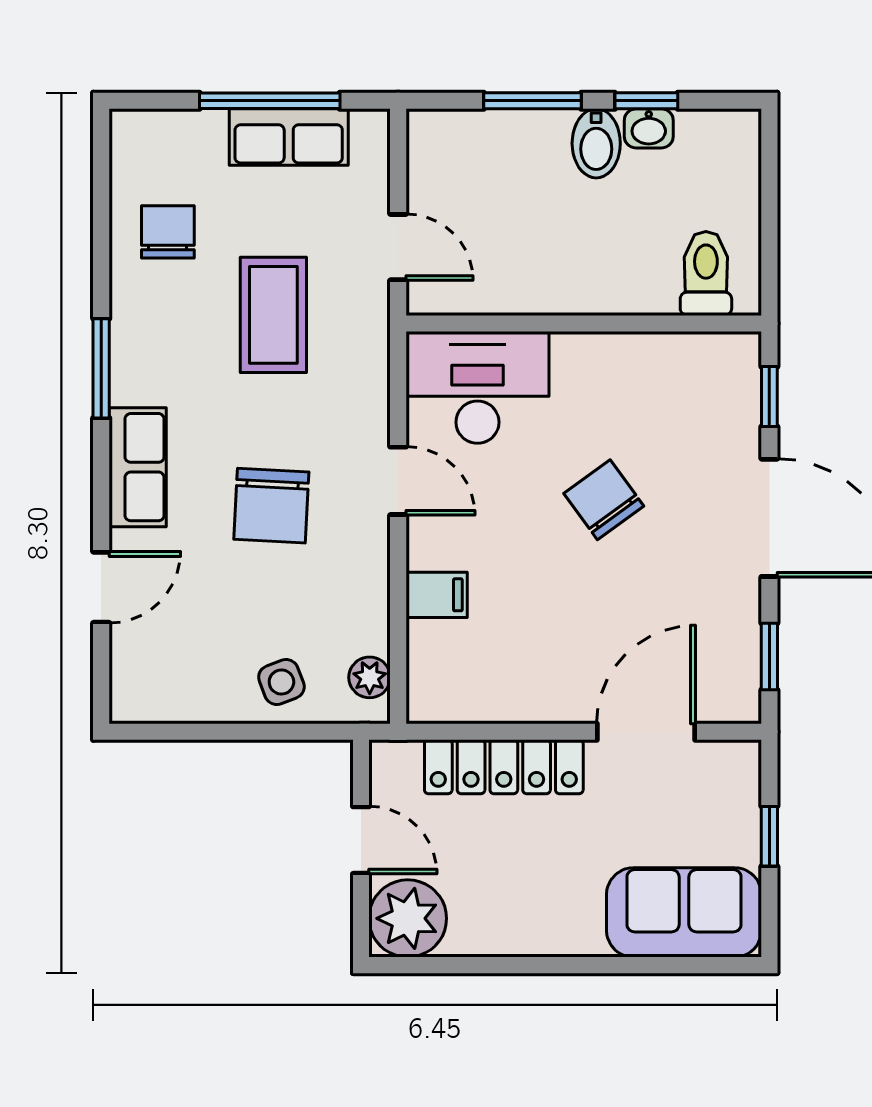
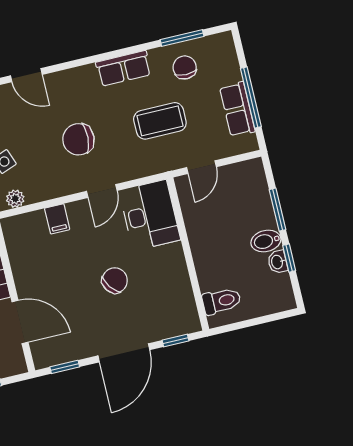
chair: (168, 232) -> (185, 67), turned -90
window: (101, 368) -> (182, 38), moved
row of seats: (138, 467) -> (124, 68), moved

